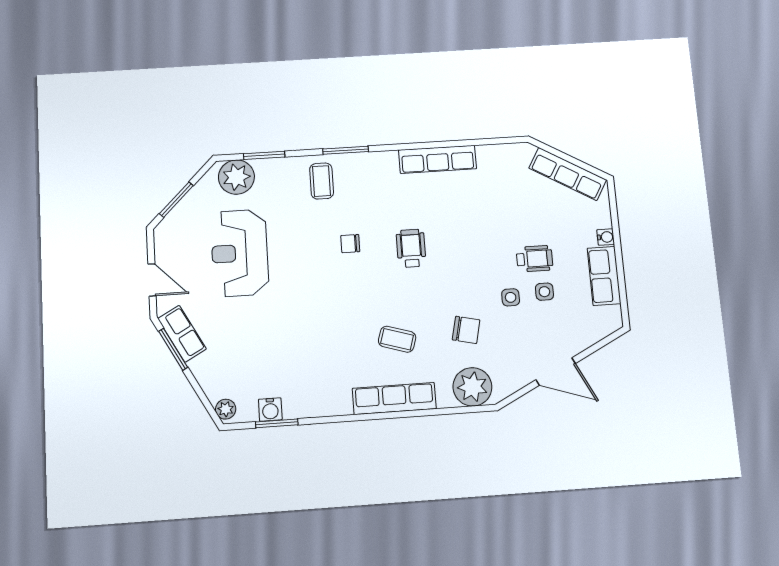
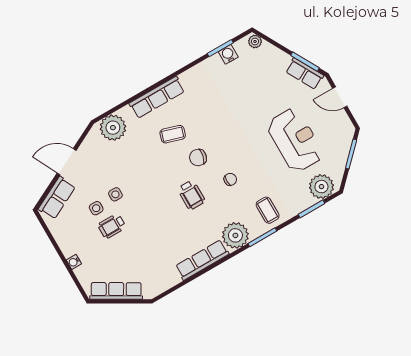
plant: (379, 169) -> (235, 235), added
row of seats: (604, 276) -> (57, 198), moved, turned 63
chair: (466, 330) -> (198, 158), moved

